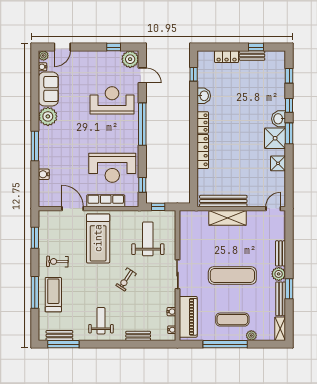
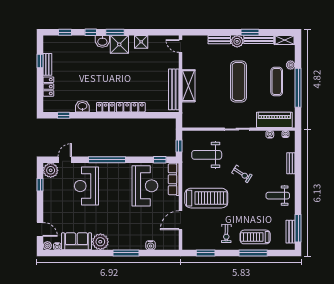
row of seats: (106, 201) -> (174, 179), moved

